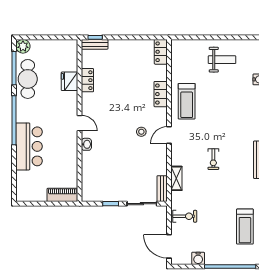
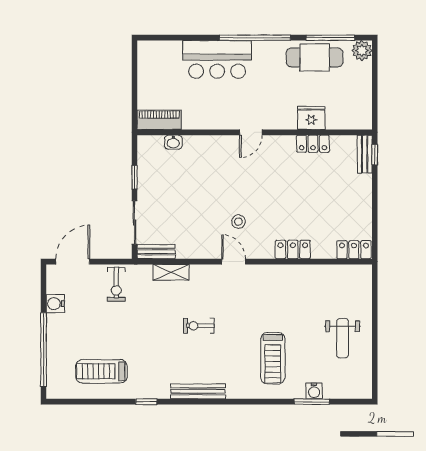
treadmill: (187, 101) -> (273, 358), moved, turned -90
washbasin: (86, 144) -> (173, 142), moved
piano: (62, 195) -> (159, 120), moved, turned -90

